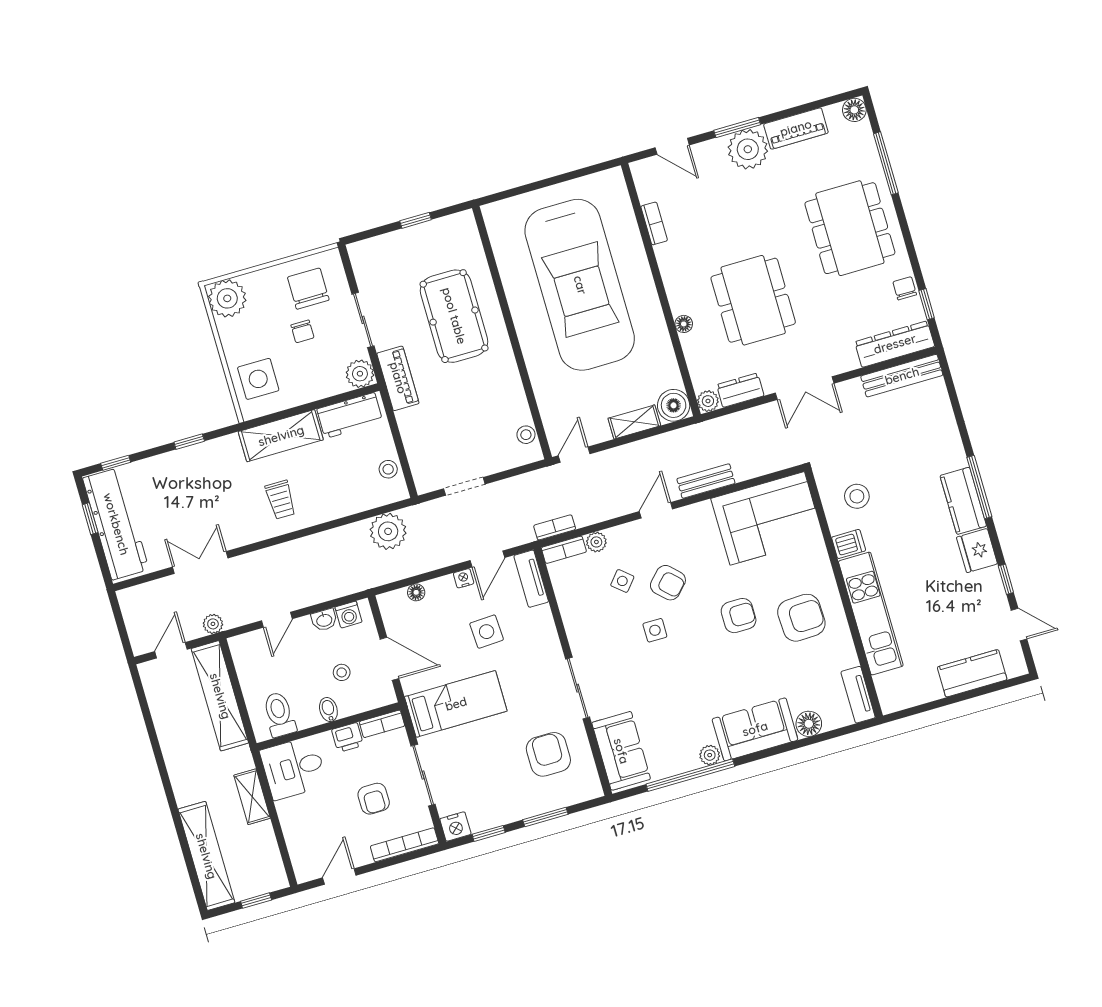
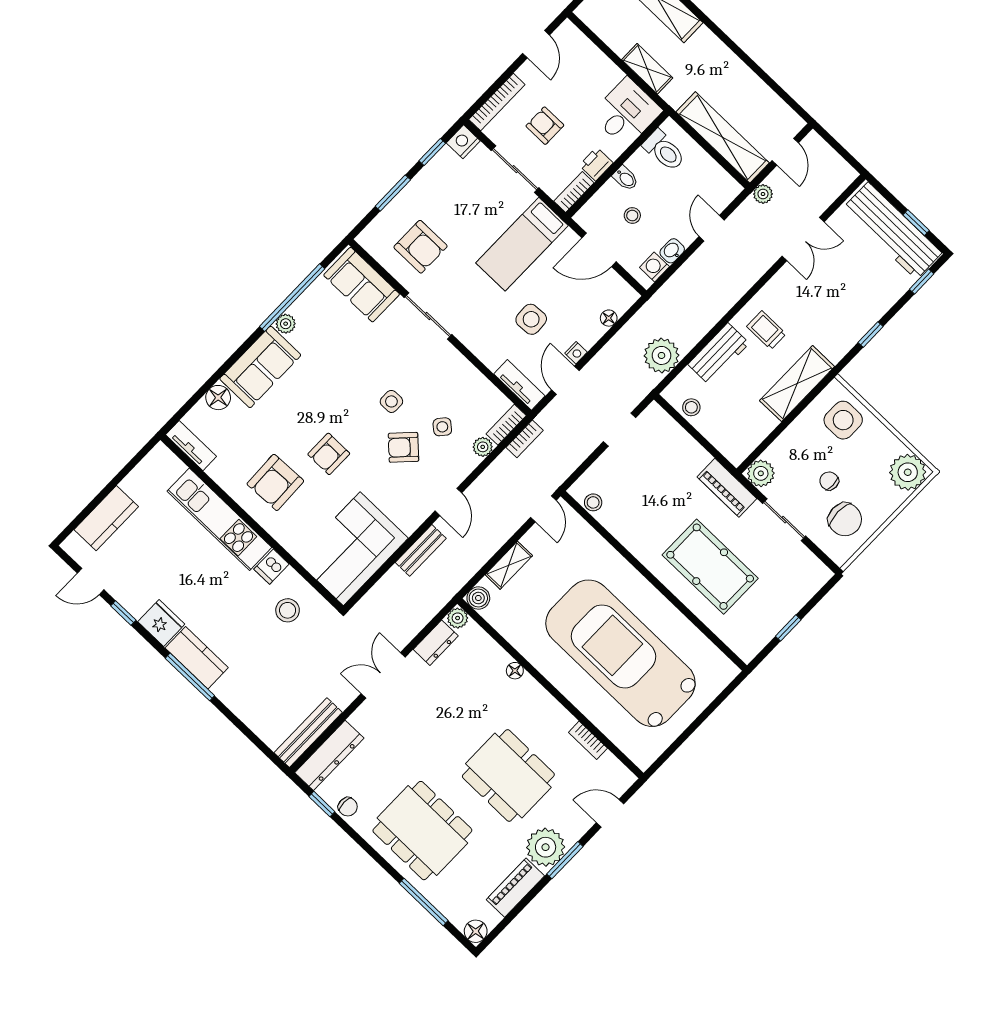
dining table: (753, 300) -> (508, 775), moved
boiler: (674, 405) -> (478, 598), width x0.73, depth x0.73
workbench: (350, 415) -> (719, 354), moved, turned 180

